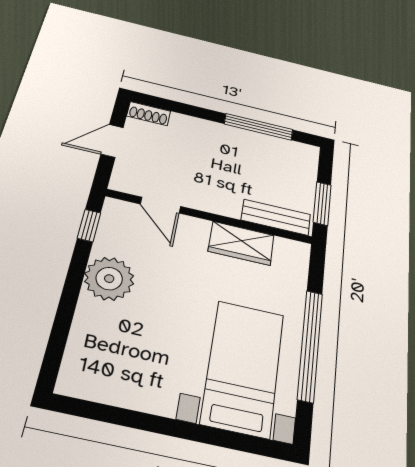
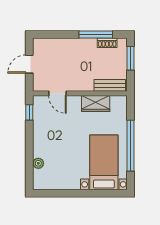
shoe rack: (149, 114) -> (107, 43), moved
window: (322, 203) -> (131, 58), moved
plant: (109, 279) -> (38, 163), moved, width x0.53, depth x0.53

